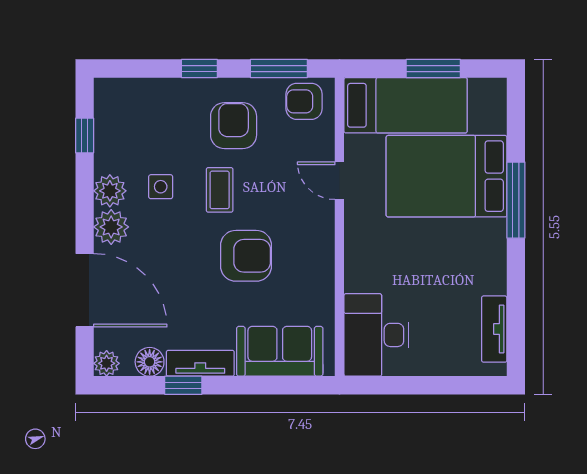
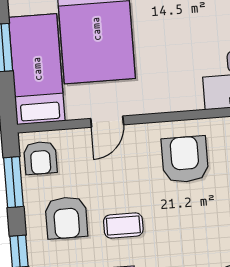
armchair: (234, 126) -> (66, 218), turned -90
armchair: (246, 256) -> (185, 159), moved

